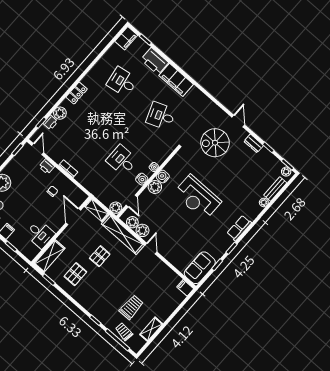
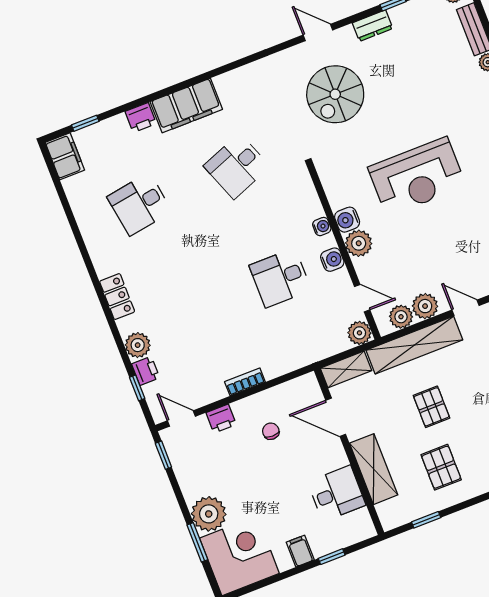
printer: (155, 61) -> (141, 118), width x0.53, depth x0.68
shelving: (49, 256) -> (374, 469), moved

